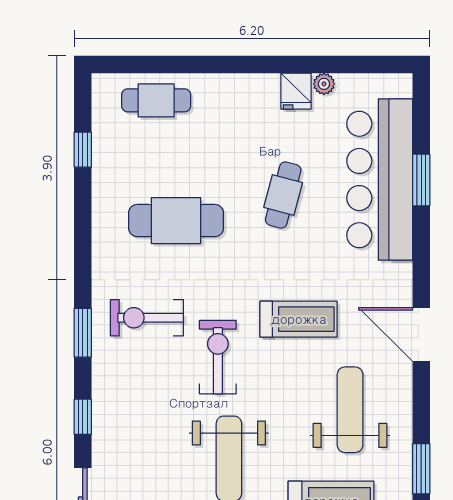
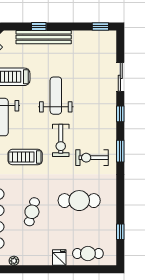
fridge: (296, 91) -> (59, 258), moved
exercise bike: (147, 318) -> (92, 158), turned 180

